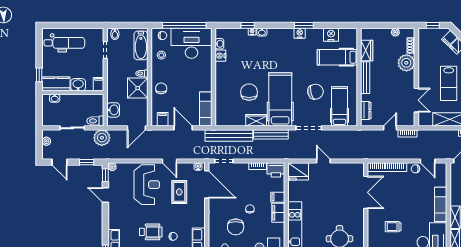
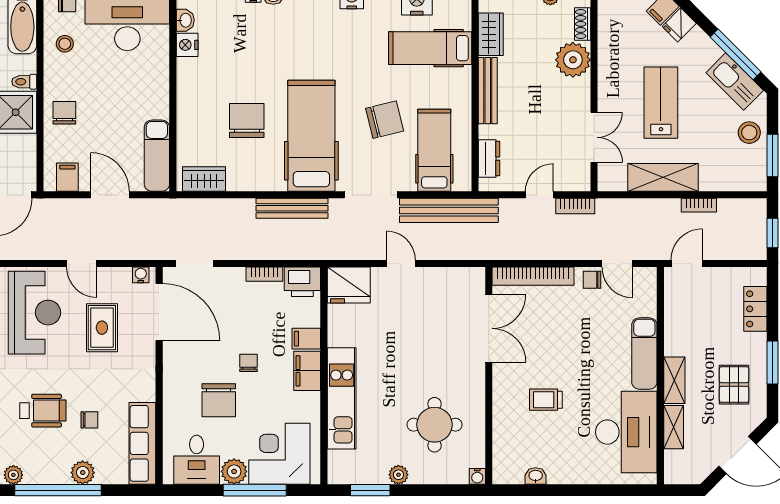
lab bench: (449, 83) -> (661, 103), turned 180
wardrobe: (256, 120) -> (204, 179), moved
bench: (229, 135) -> (449, 210), moved

